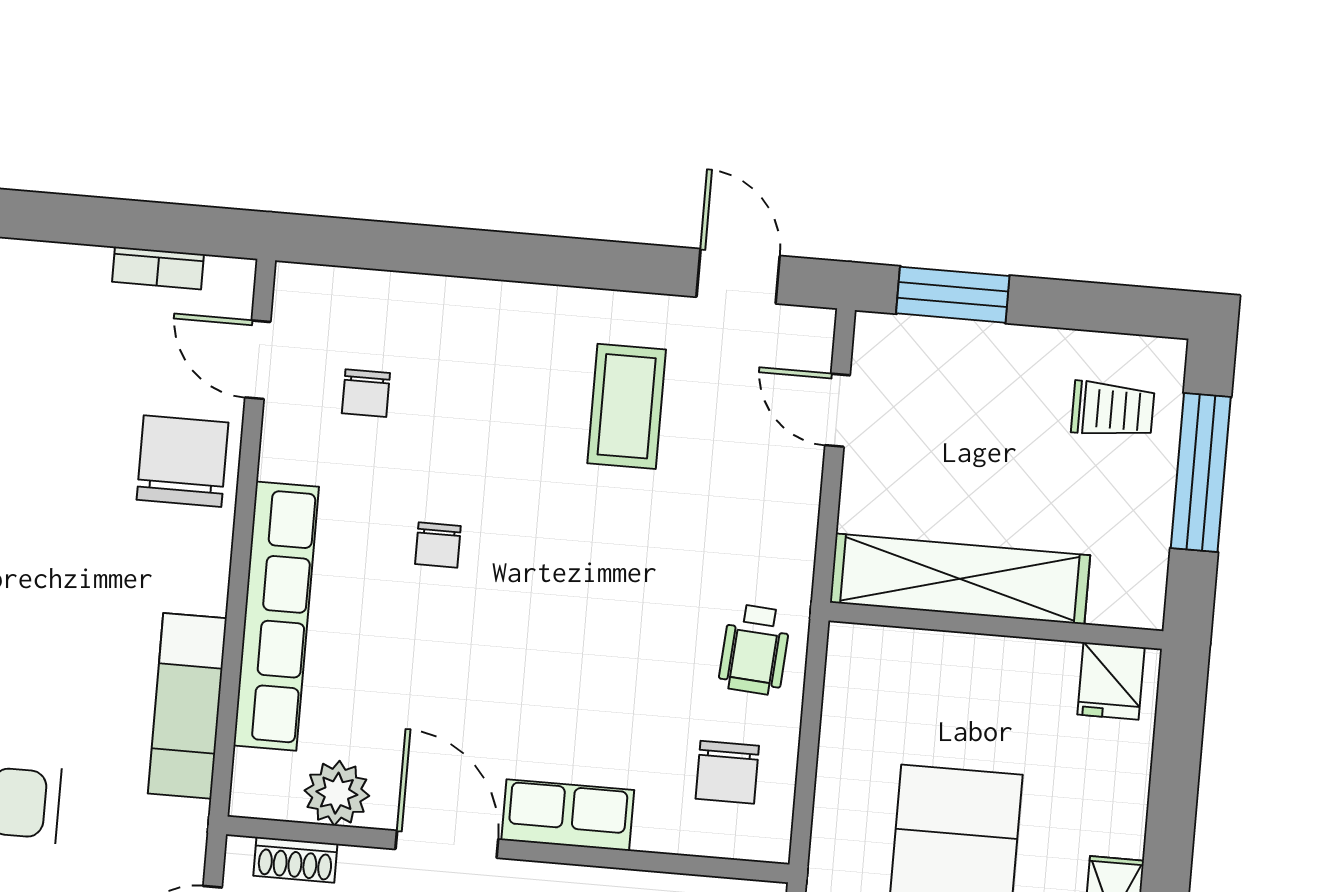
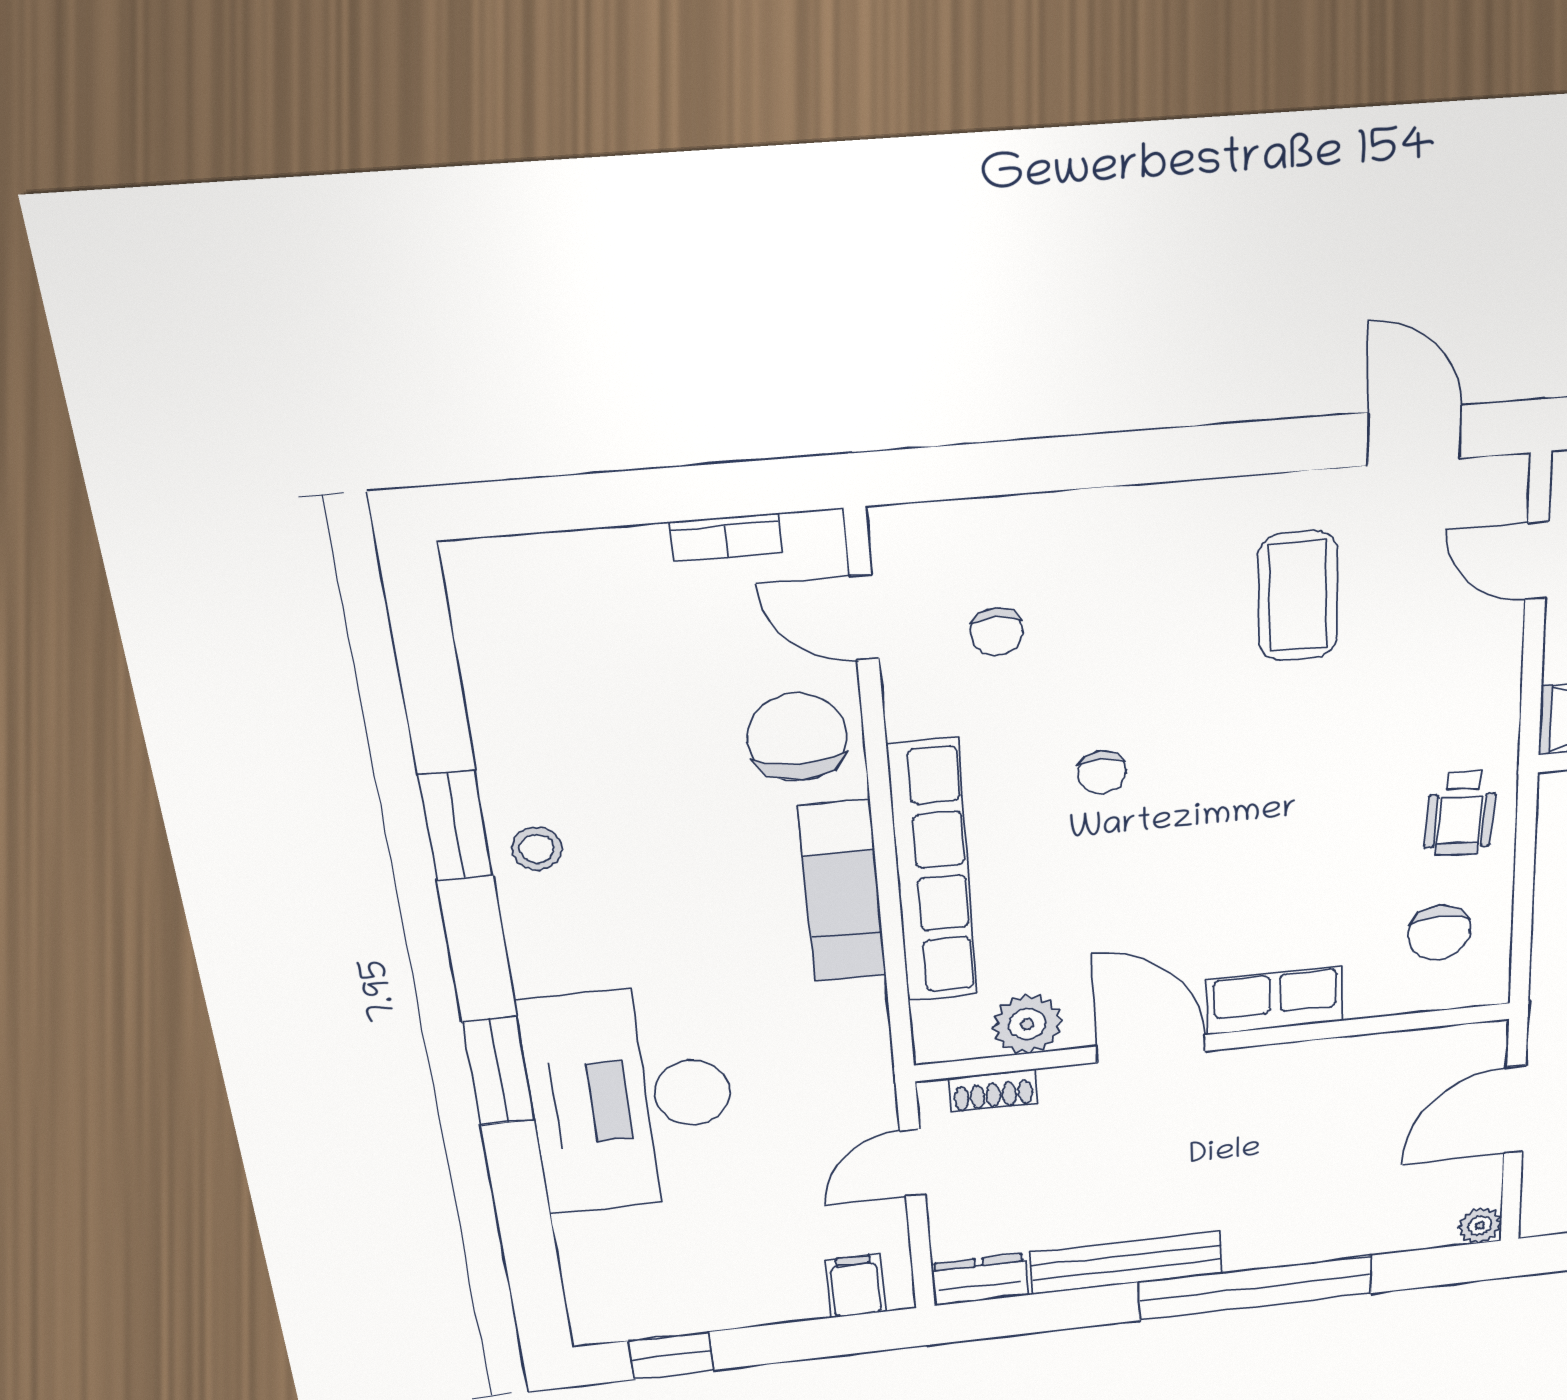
exam couch: (187, 706) -> (842, 891), moved

